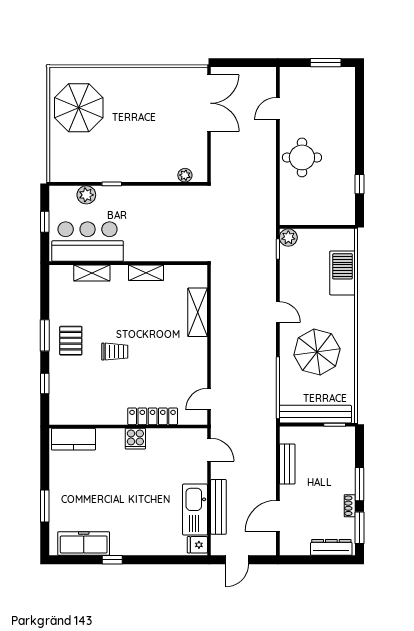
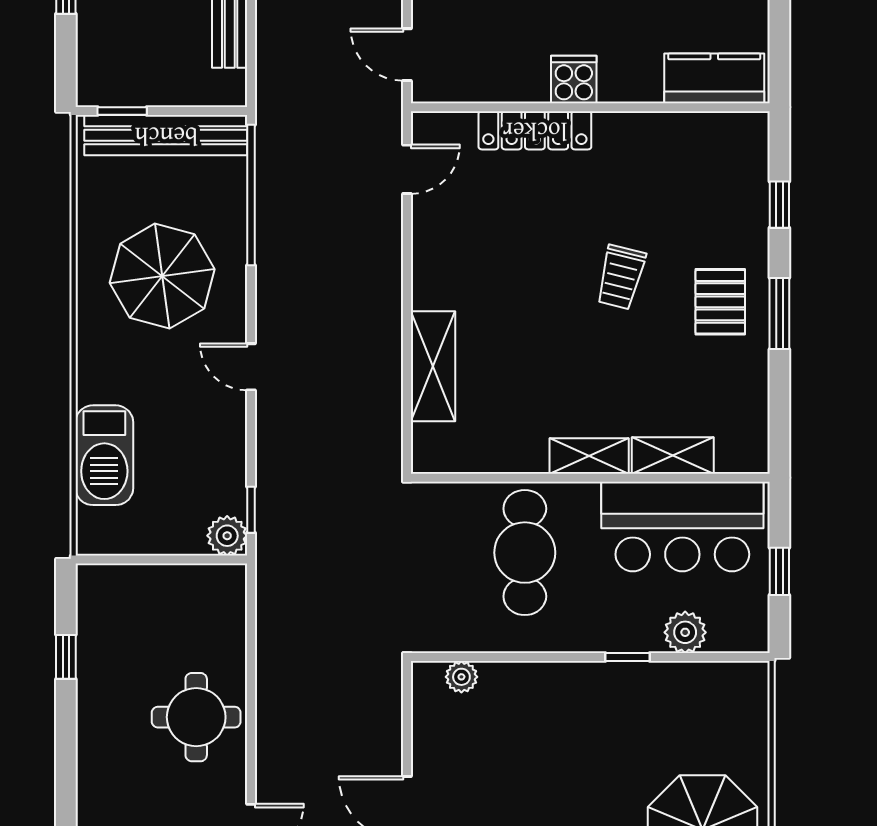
cafe table: (157, 230) -> (525, 553), added
shelving: (146, 273) -> (589, 456), moved
trolley: (115, 352) -> (621, 277), turned -76

